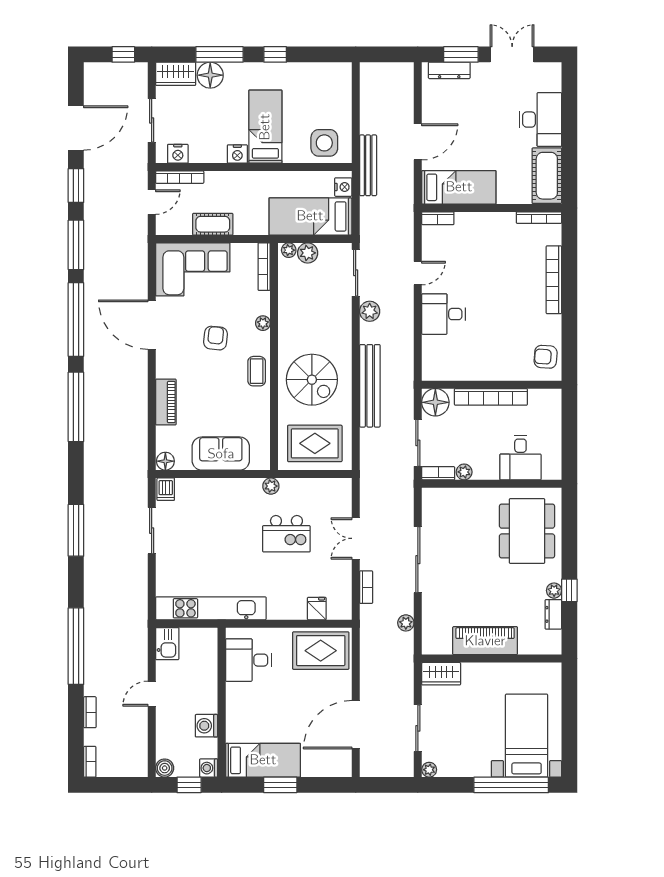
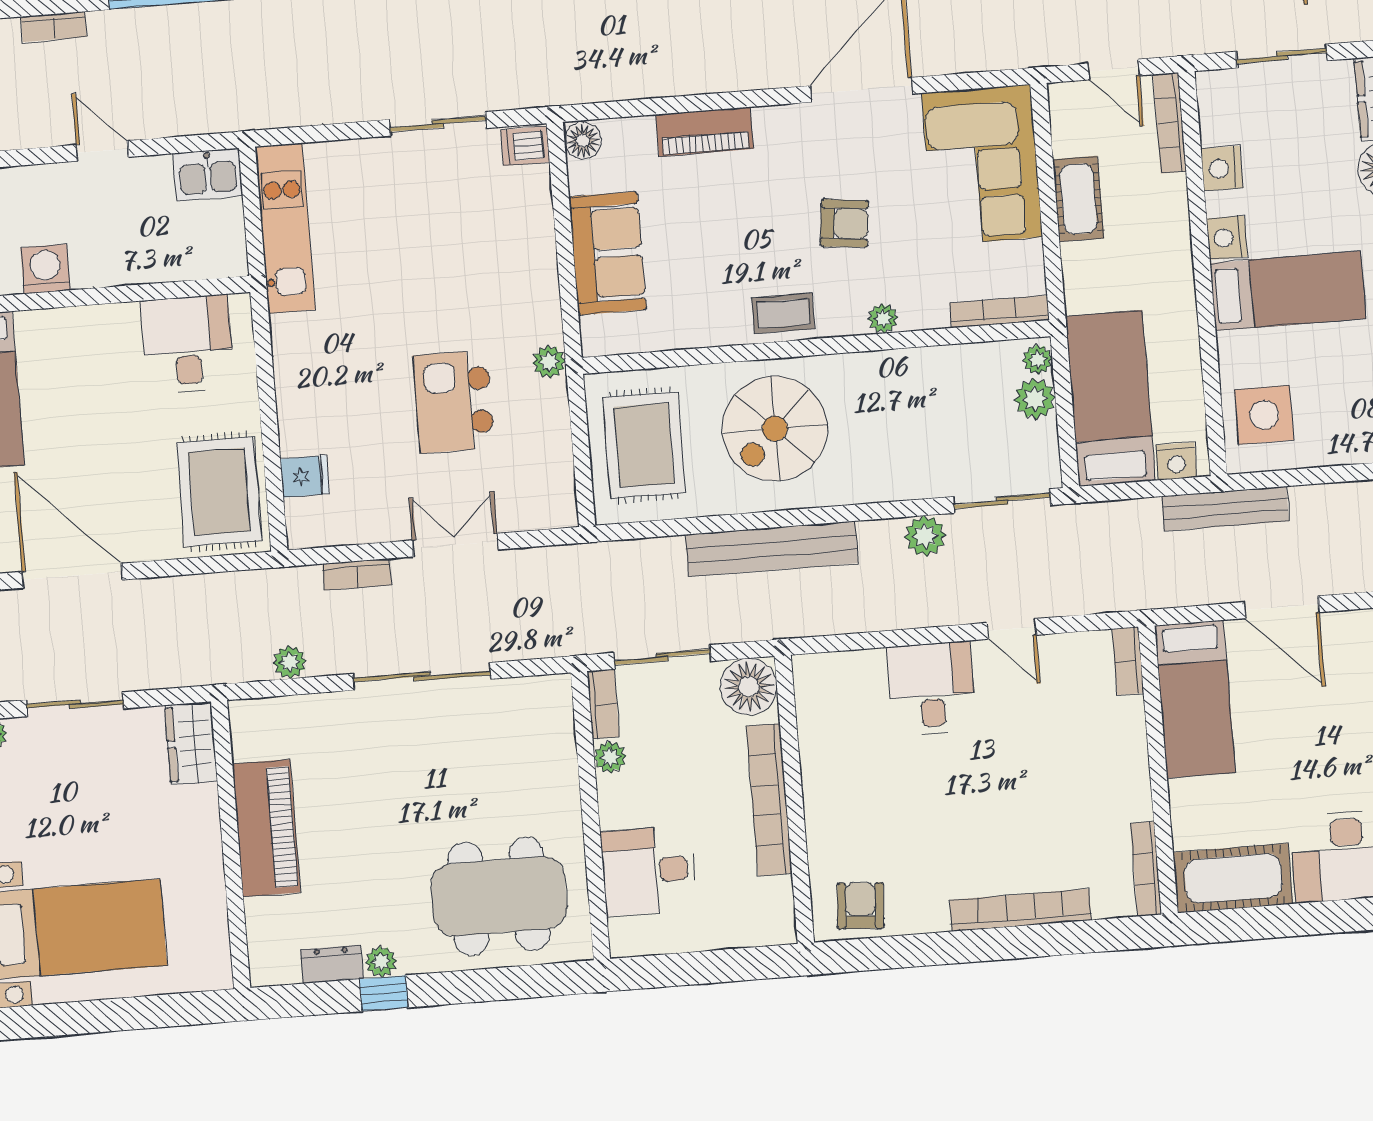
nightstand: (178, 154) -> (1222, 168), moved
kitchen unit: (211, 608) -> (285, 228), width x0.73

